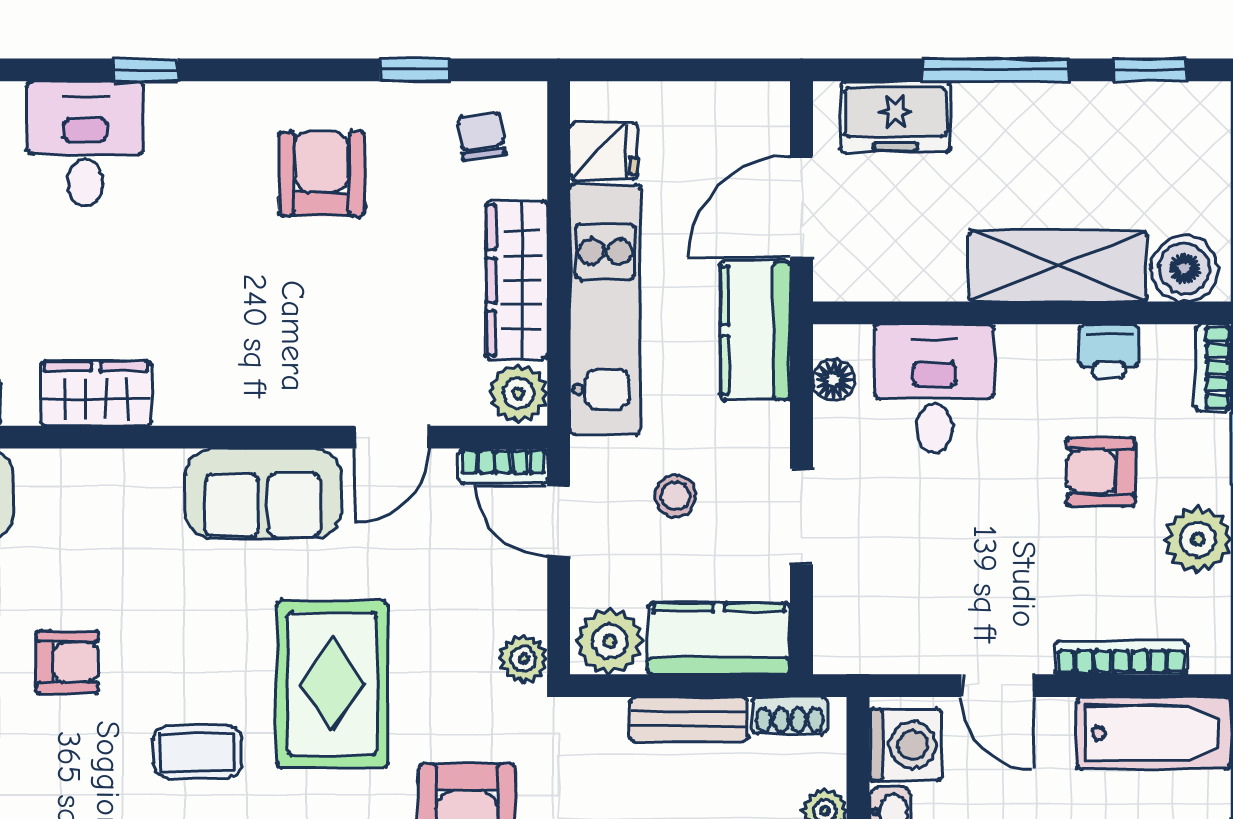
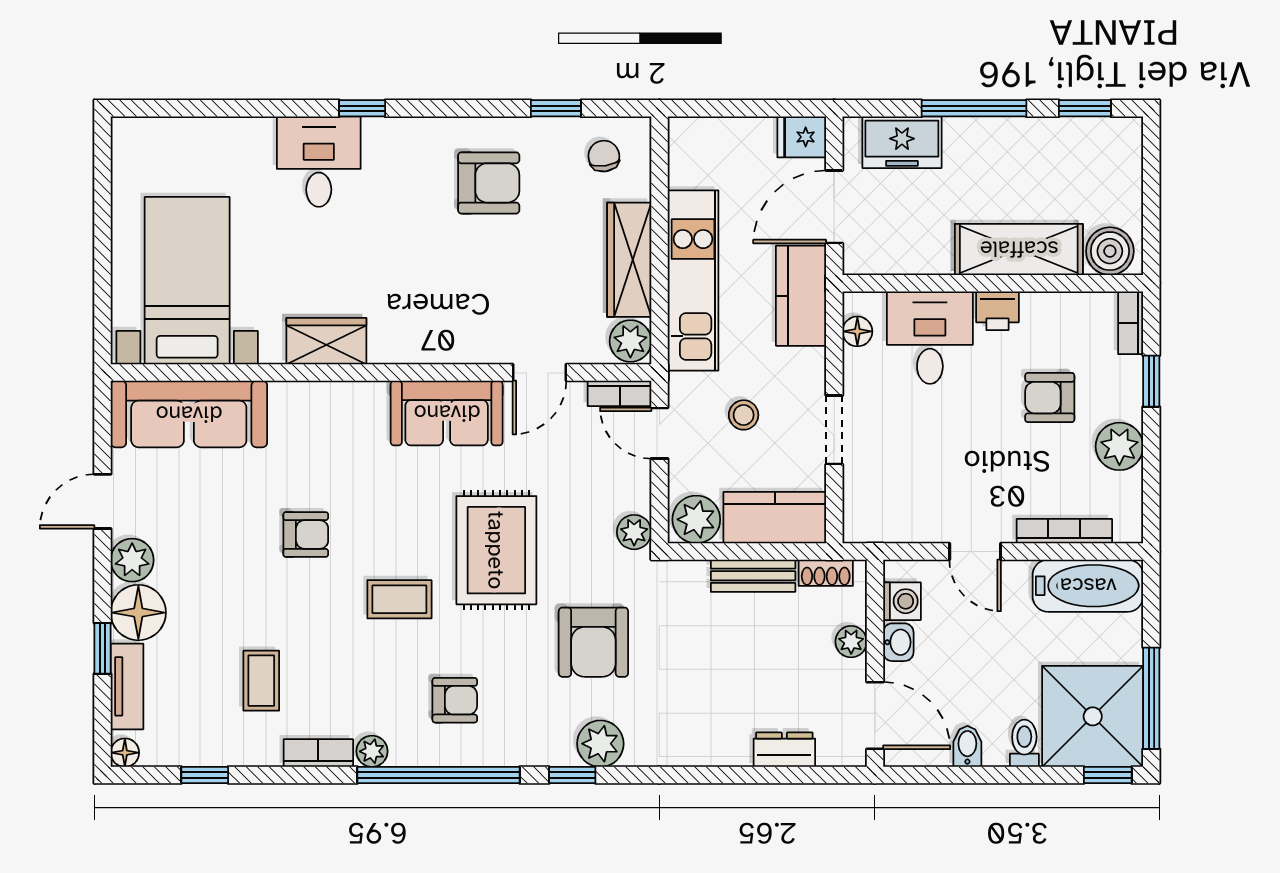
fridge: (604, 151) -> (802, 137), moved, turned 180
armchair: (321, 174) -> (489, 183), turned 90
printer: (1109, 351) -> (997, 311), moved
washing machine: (905, 745) -> (902, 601), width x0.73, depth x0.73

